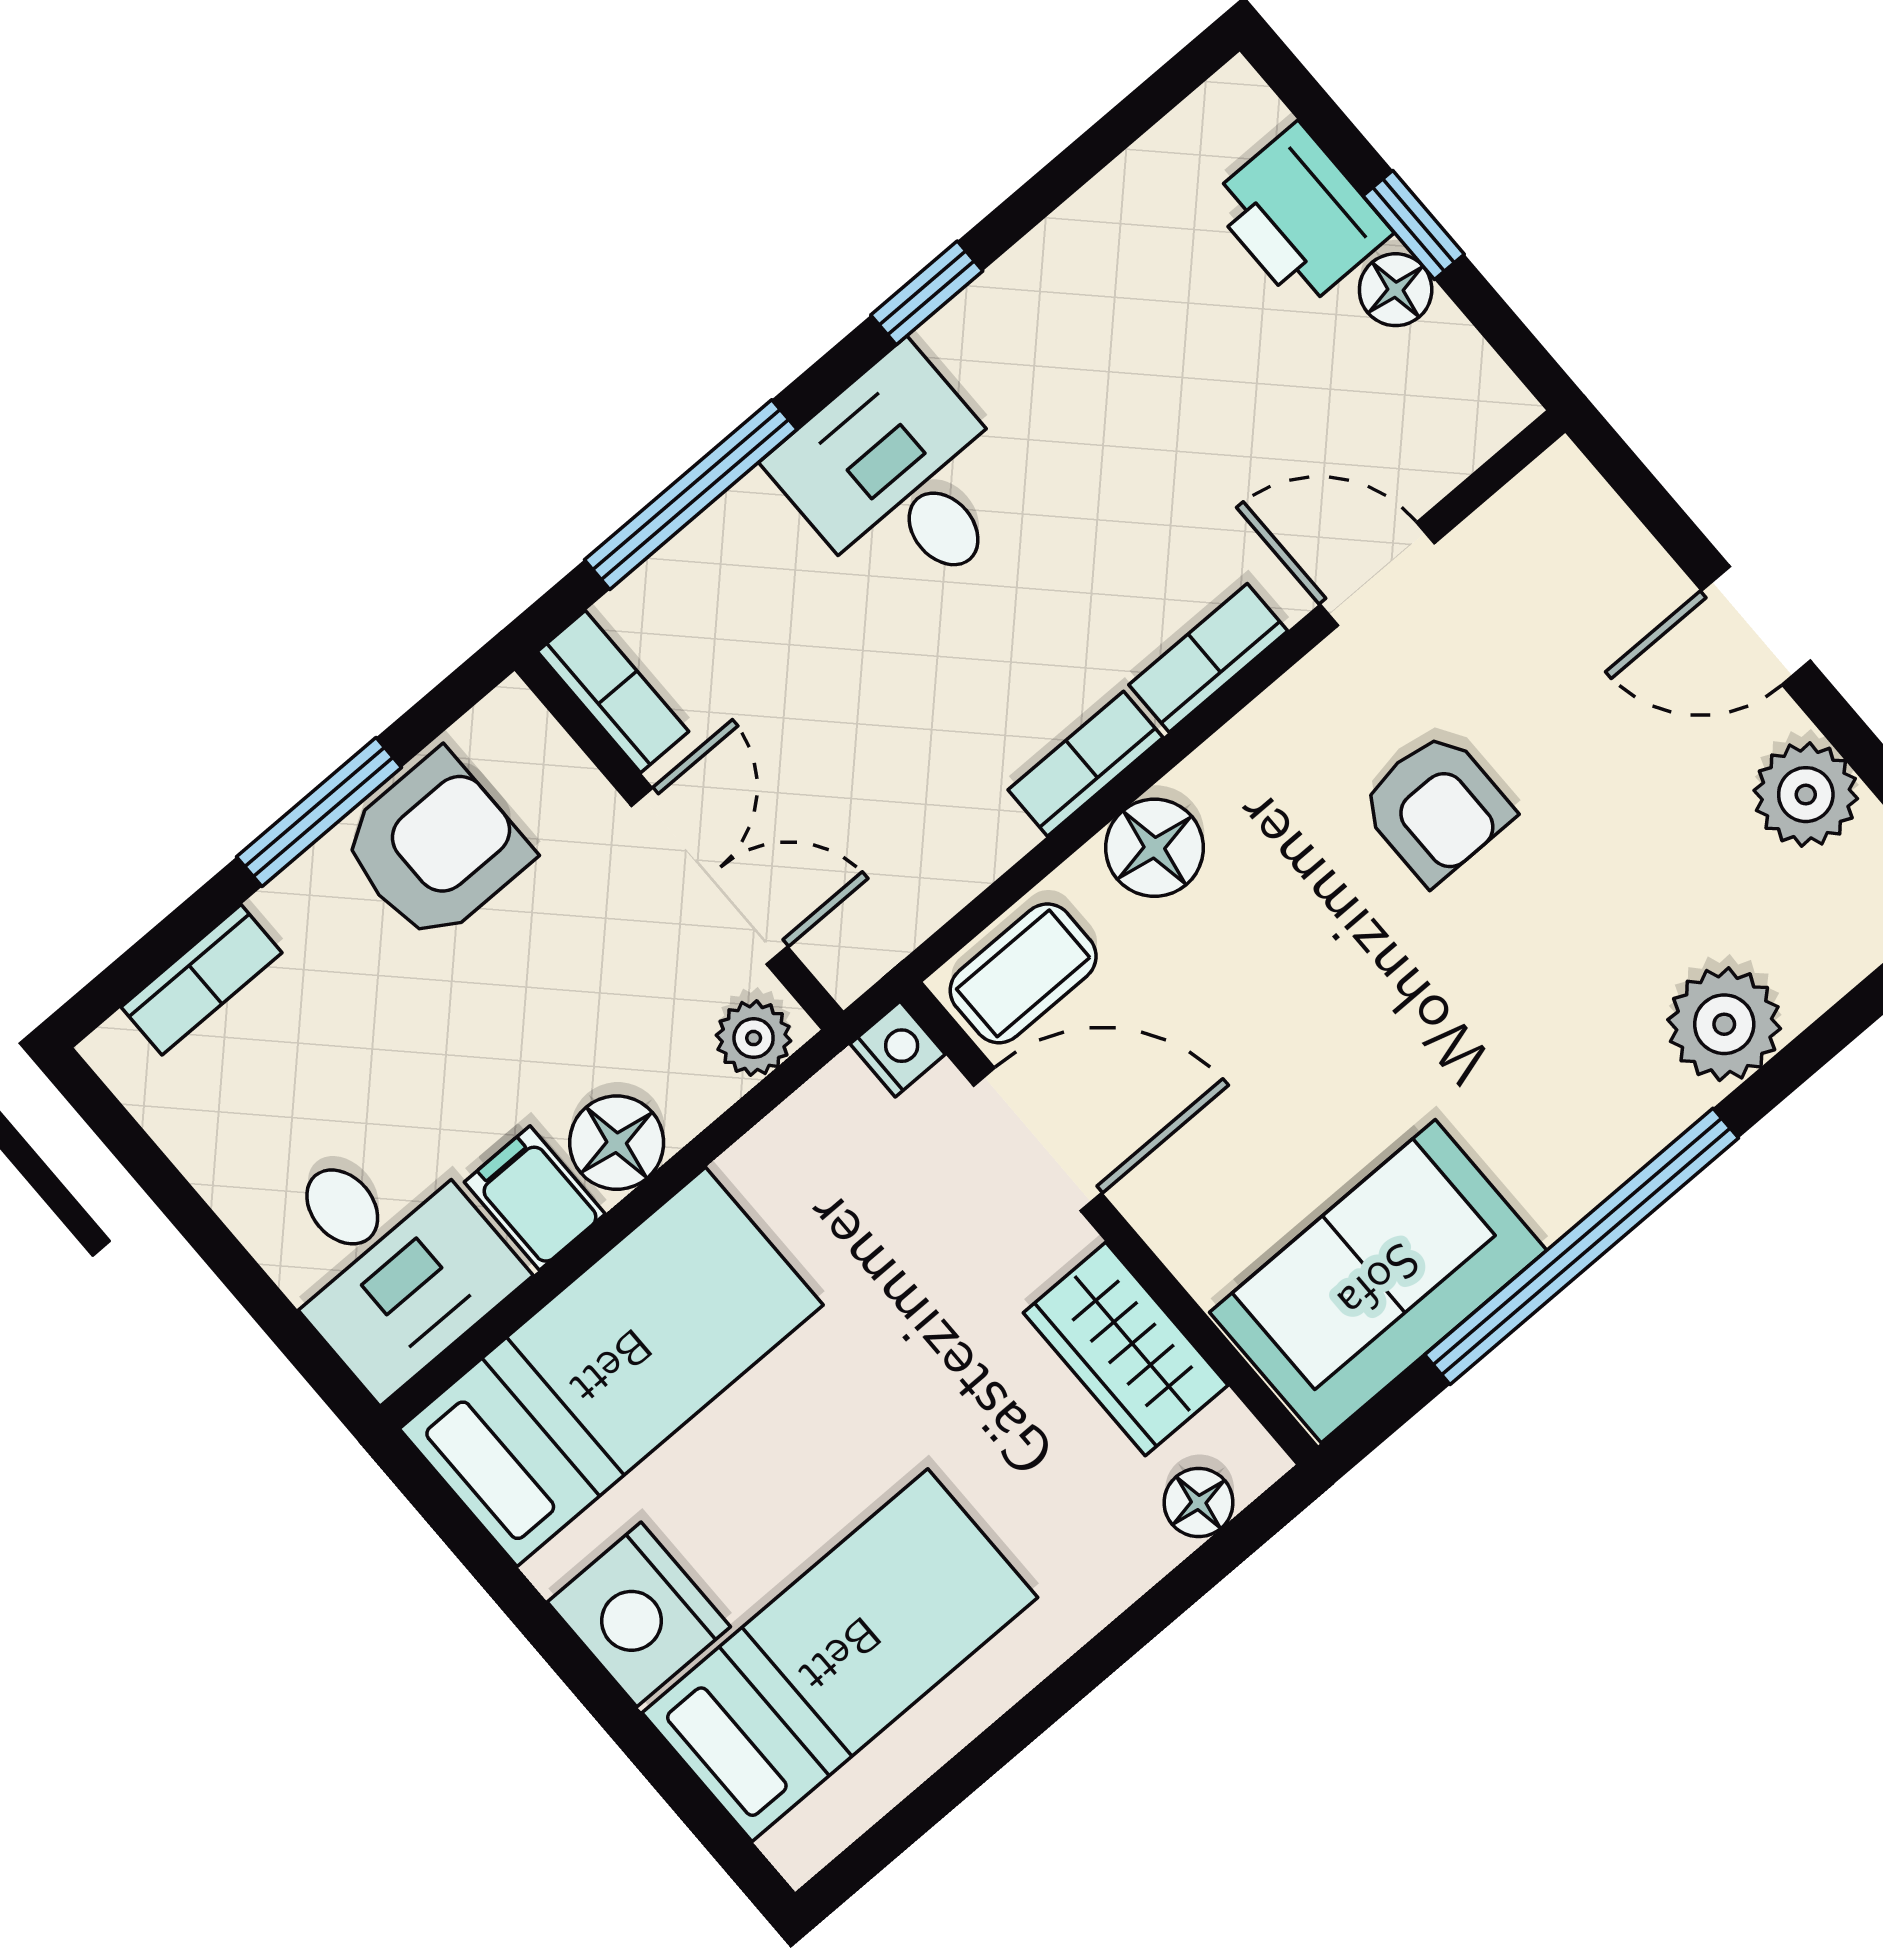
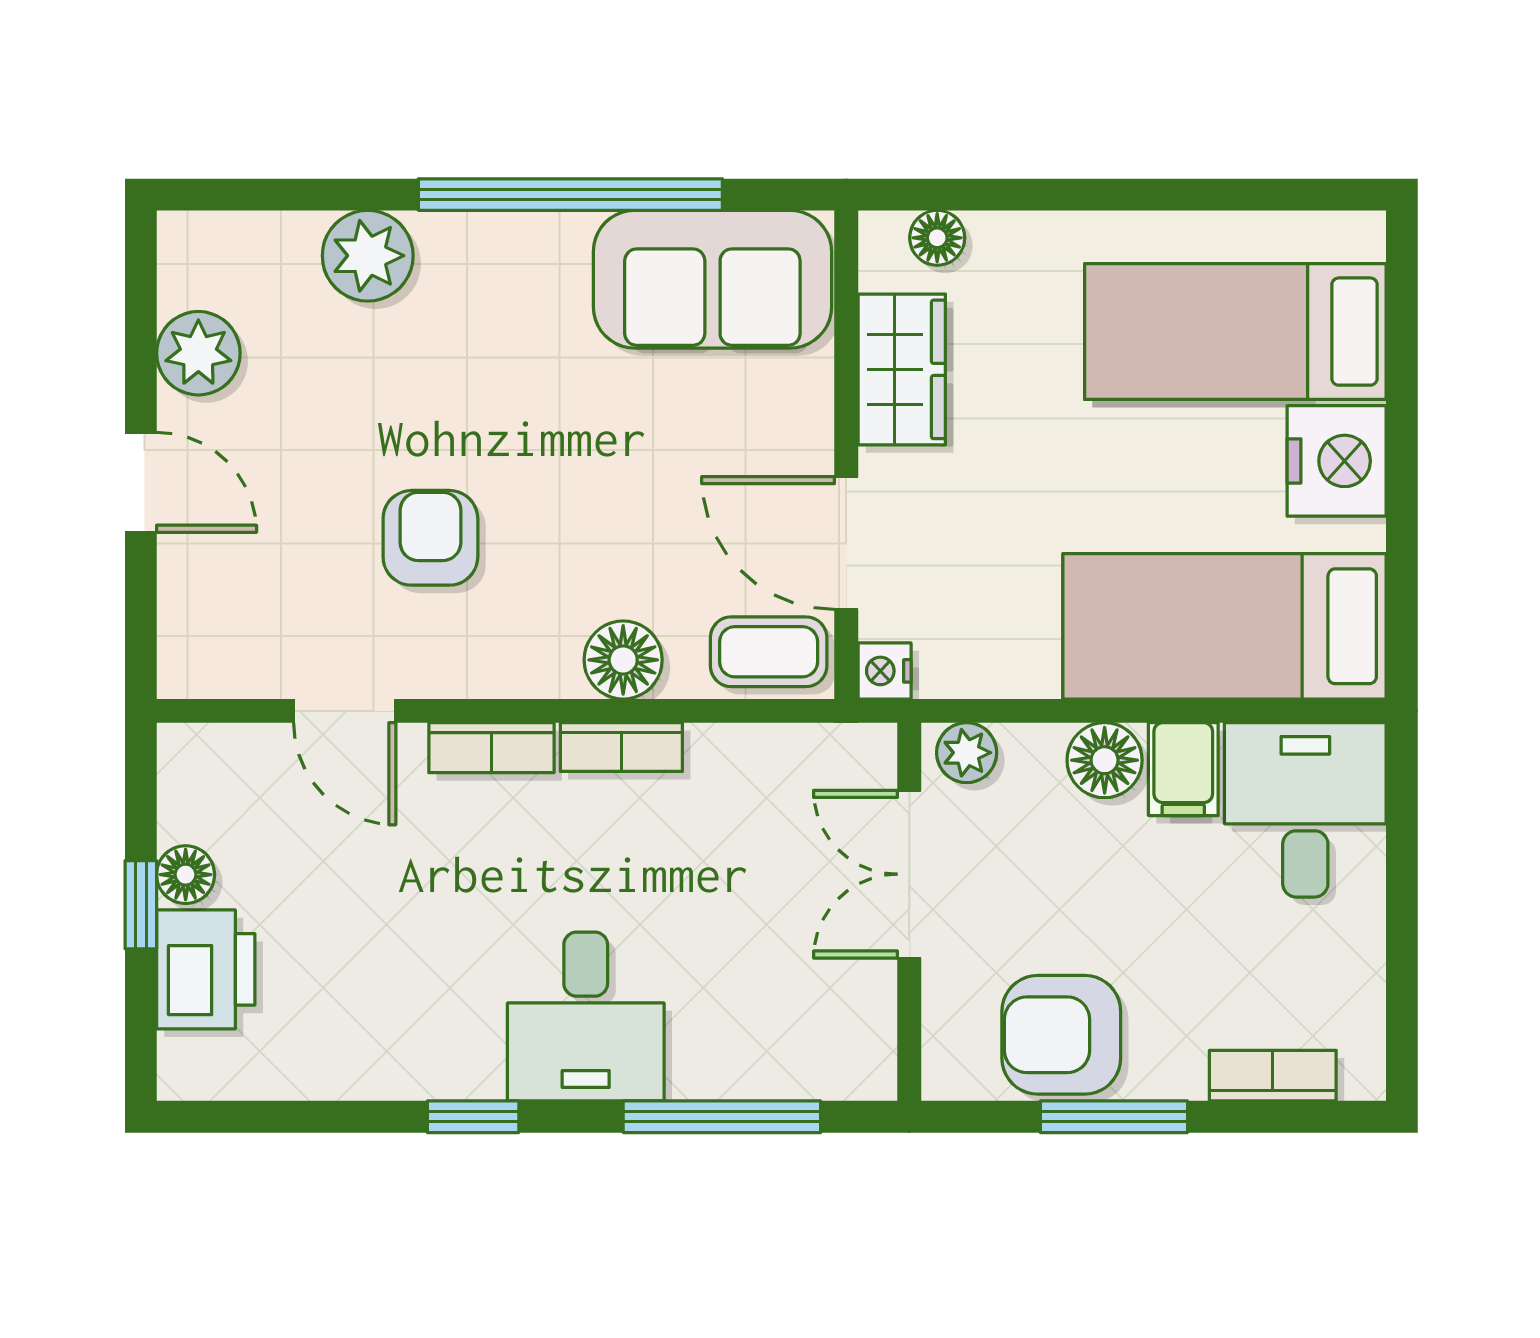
bookcase: (613, 692) -> (872, 1037), removed

